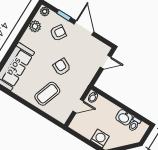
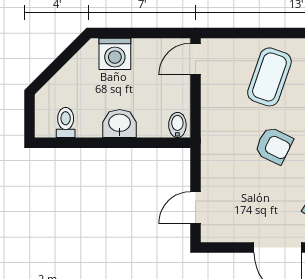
door: (78, 106) -> (195, 59), moved
washbasin: (124, 117) -> (120, 124), moved

